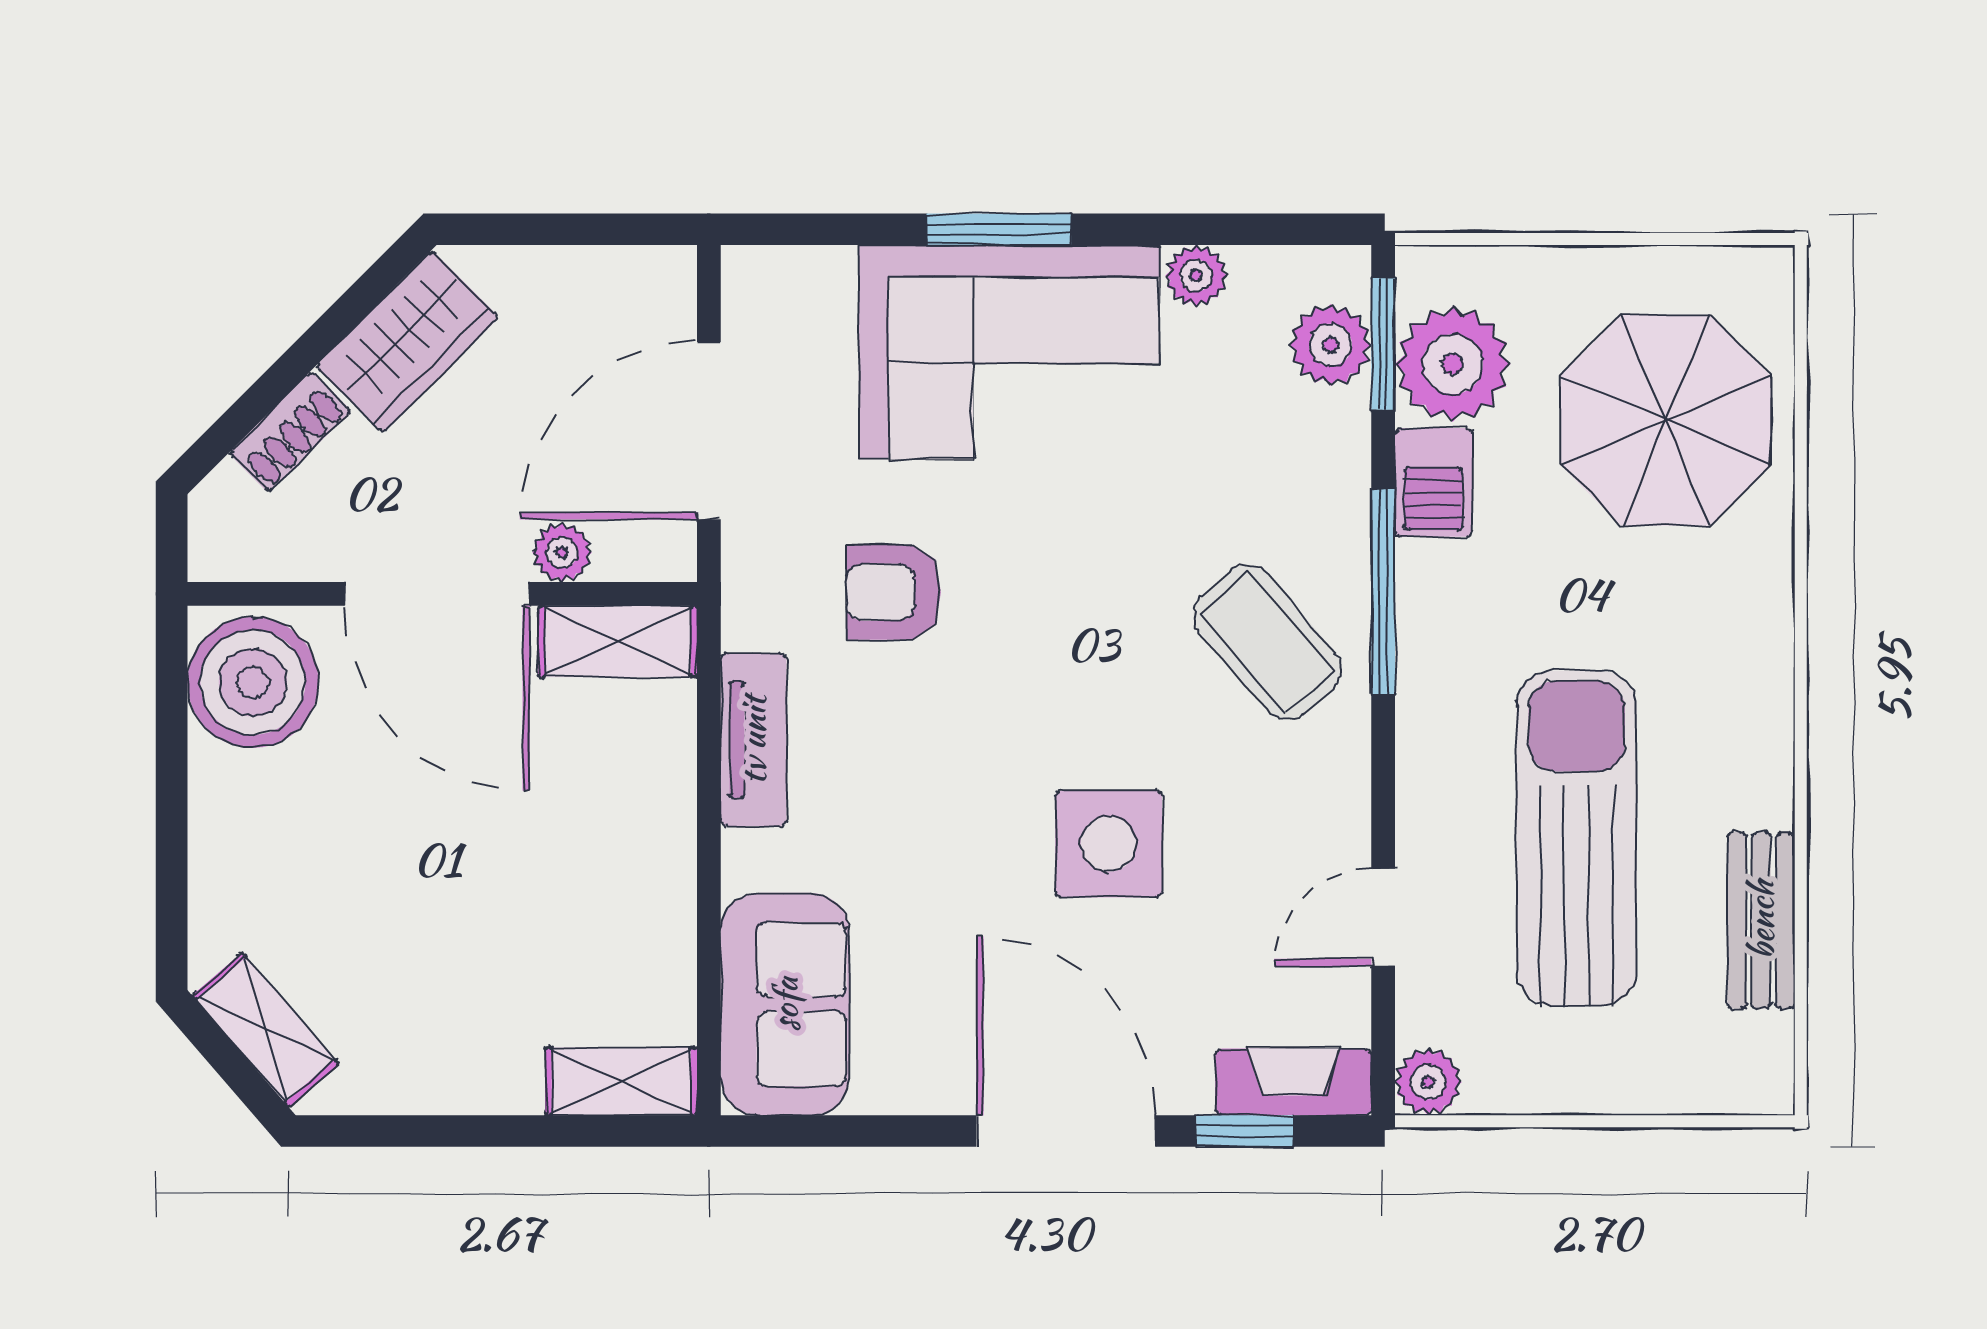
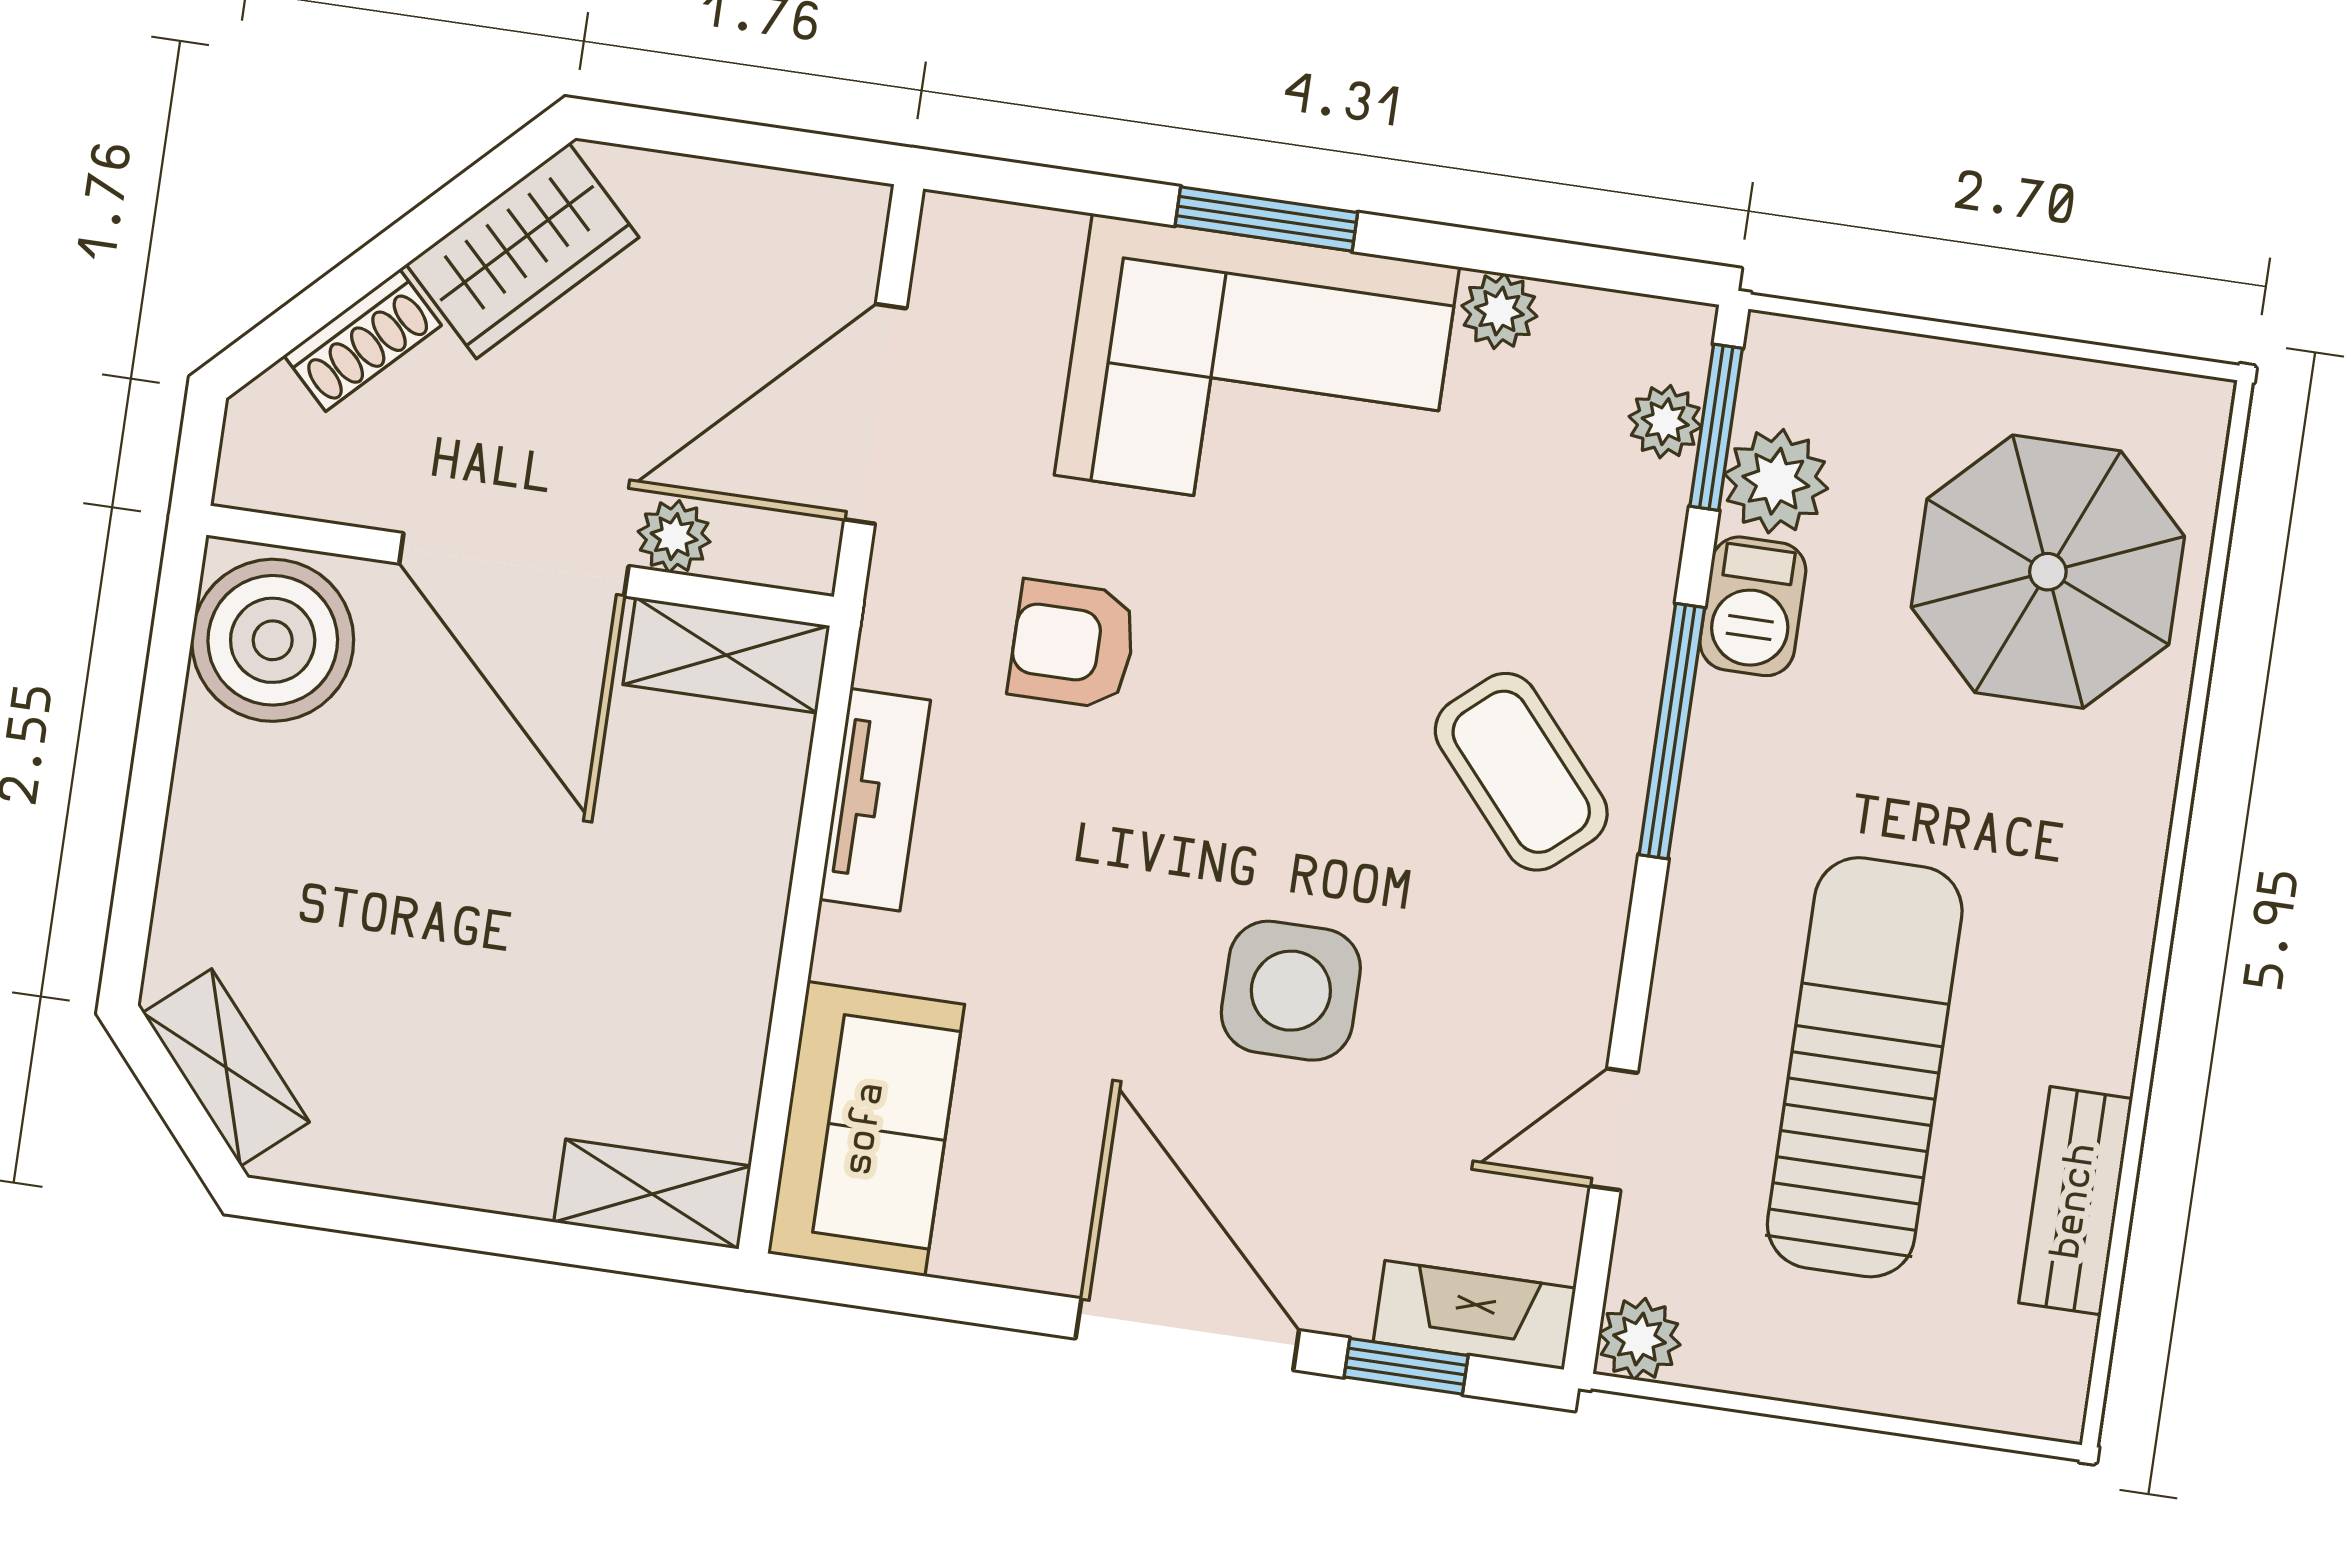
plant: (1331, 345) -> (1665, 422), width x0.73, depth x0.73
plant: (1453, 364) -> (1776, 481), width x0.73, depth x0.73

